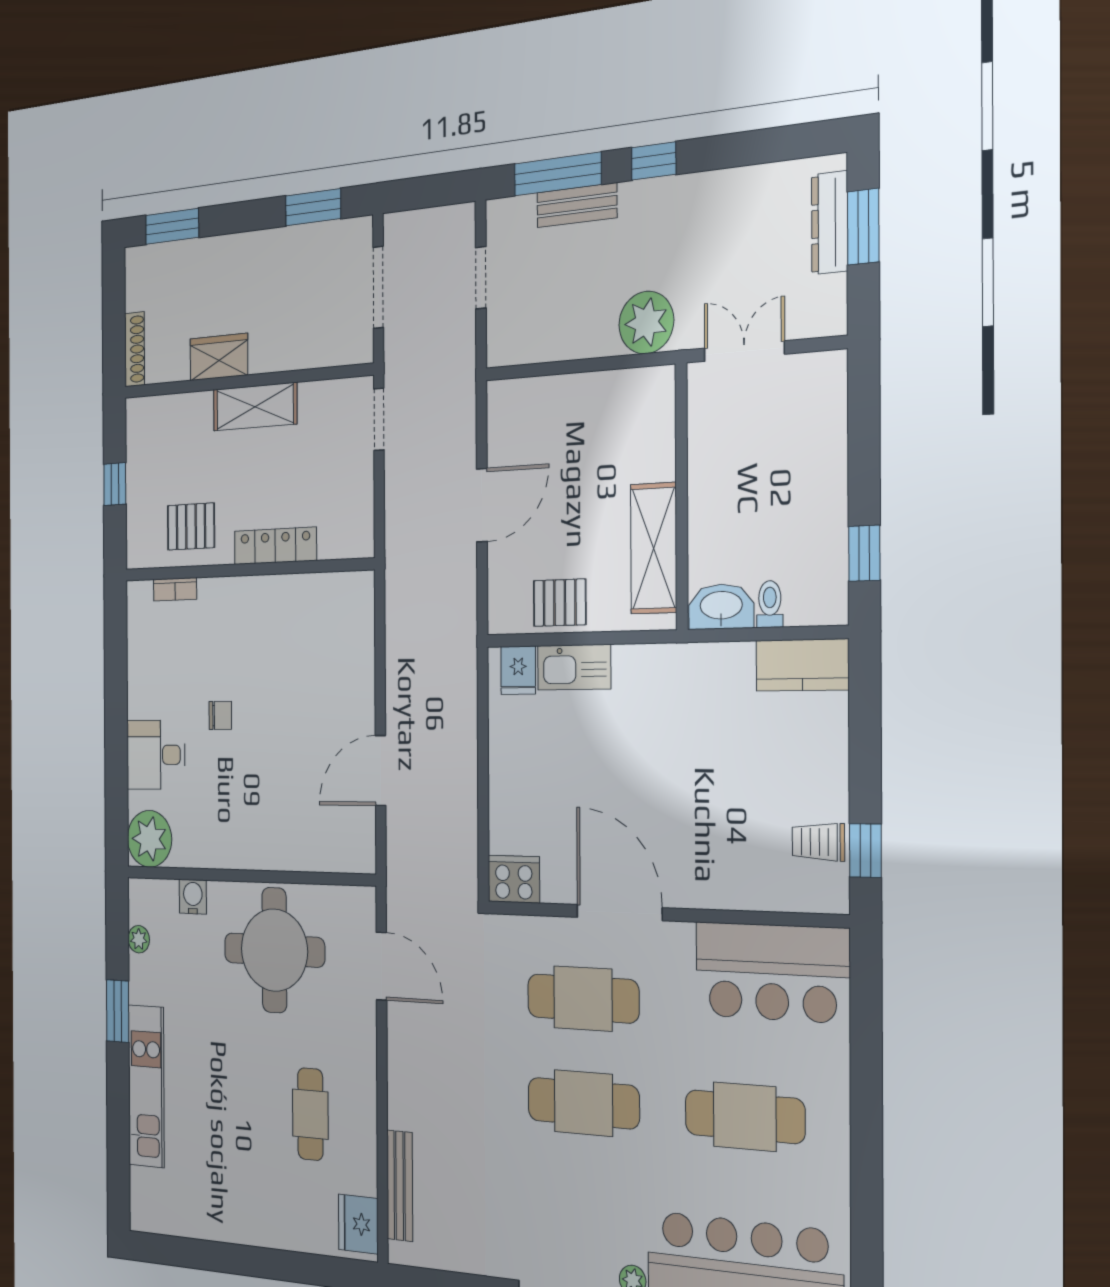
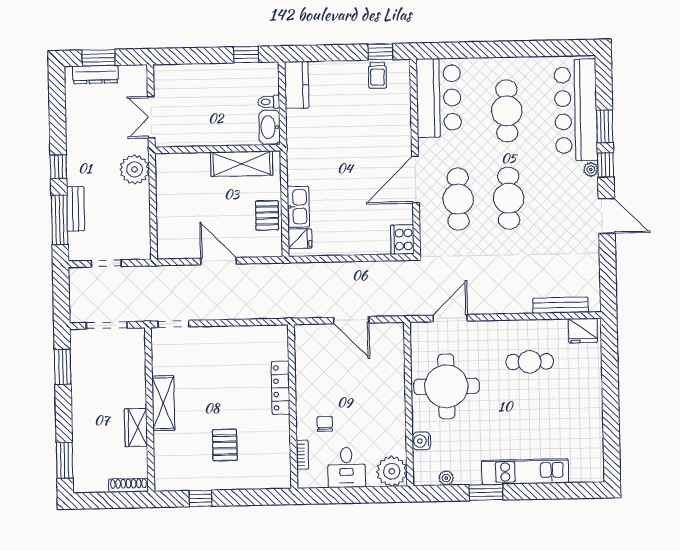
locker: (275, 546) -> (281, 388), moved
wall: (247, 570) -> (293, 406), moved
bookcase: (175, 589) -> (302, 455), moved

